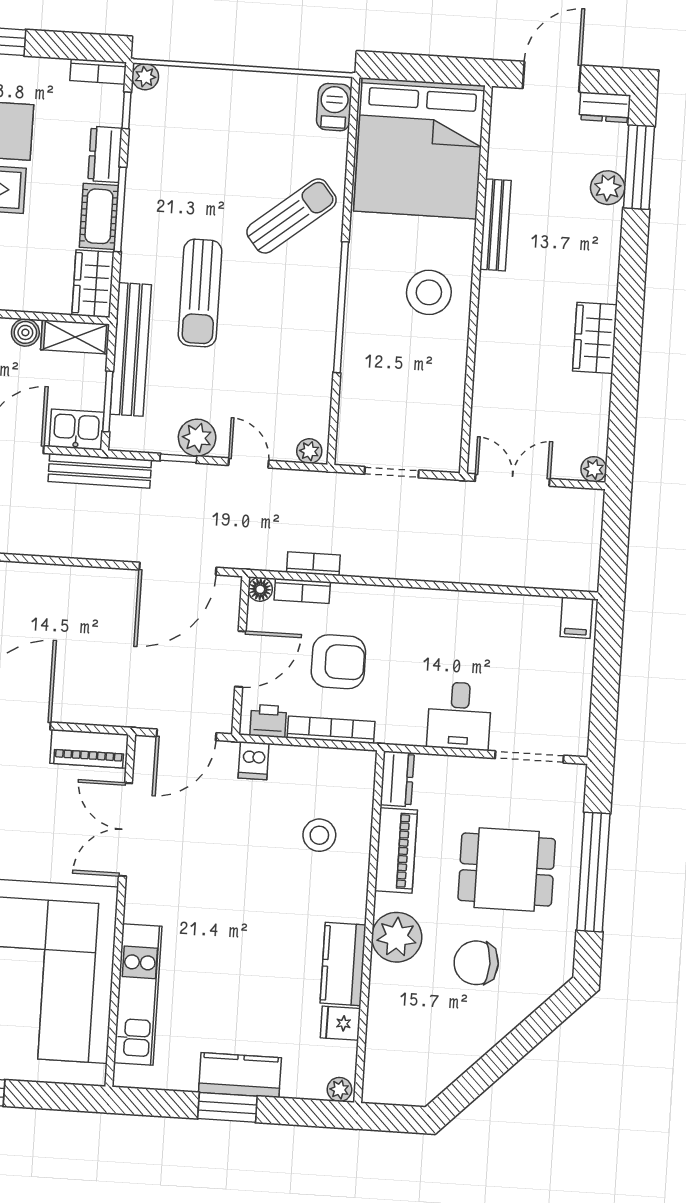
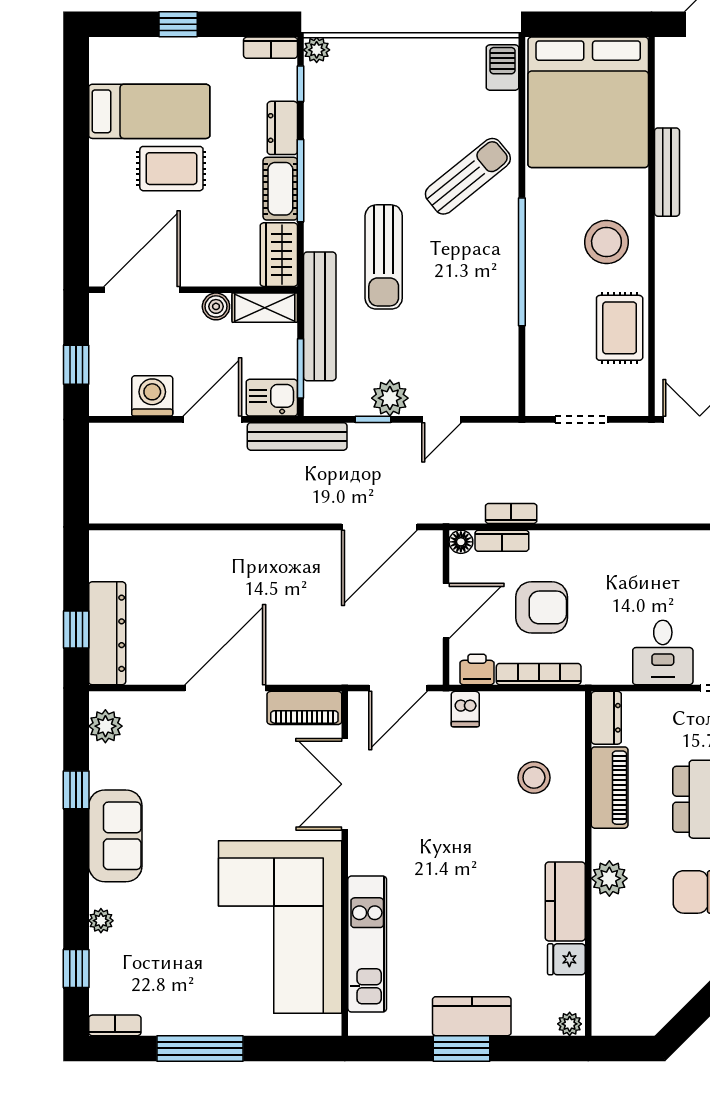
rug: (437, 381) -> (620, 328), added
plant: (309, 451) -> (500, 404), removed
door: (249, 463) -> (442, 419), swing flipped
plant: (397, 937) -> (609, 878), width x0.73, depth x0.73

